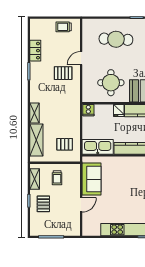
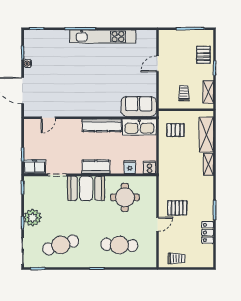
fridge: (119, 110) -> (130, 167), moved
sofa: (91, 179) -> (139, 106), moved, turned 90
pallet: (43, 204) -> (203, 55), moved

